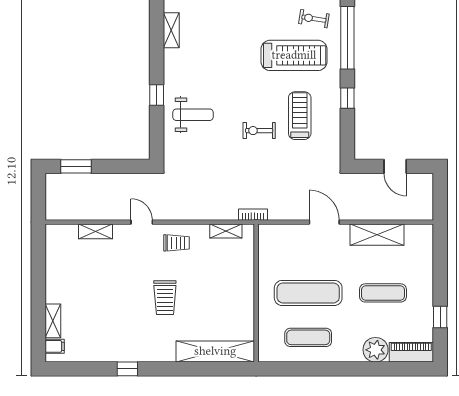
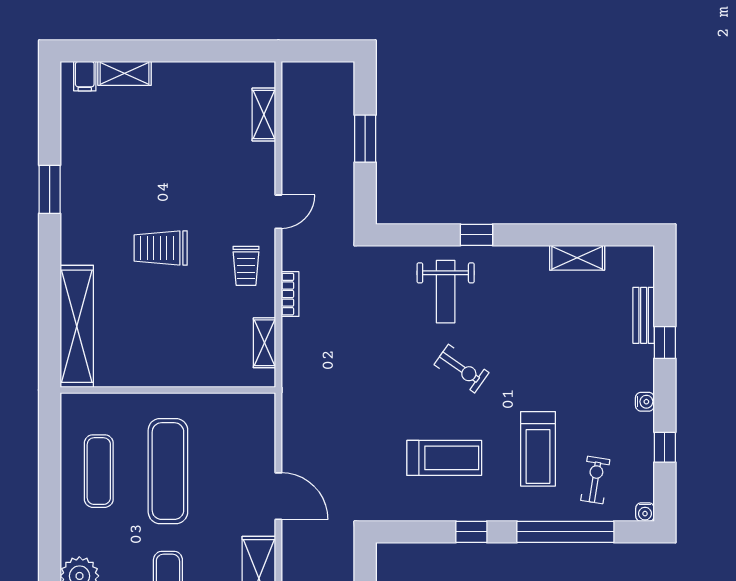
treadmill: (294, 55) -> (538, 449), width x0.73, depth x0.73
exercise bike: (259, 131) -> (462, 369), moved, turned 125
window: (76, 166) -> (365, 139), moved
bookcase: (253, 215) -> (290, 294), moved
door: (324, 222) -> (278, 496), hinge flipped
shelving: (96, 231) -> (264, 115), moved
window: (127, 369) -> (50, 189), width x1.50

